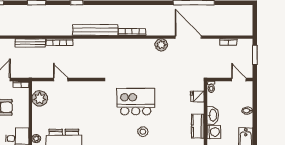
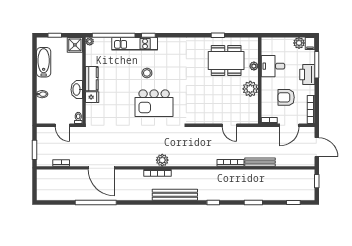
bench: (95, 30) -> (175, 195), moved
plant: (161, 45) -> (162, 160), moved
door: (239, 80) -> (62, 125), moved
fridge: (197, 96) -> (92, 97), moved
plant: (40, 98) -> (250, 89), moved
washing machine: (214, 132) -> (76, 73), removed

